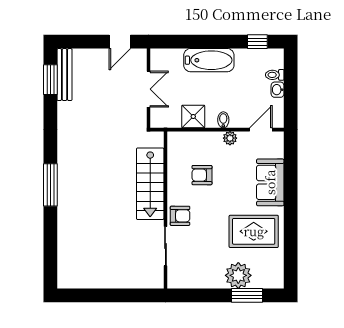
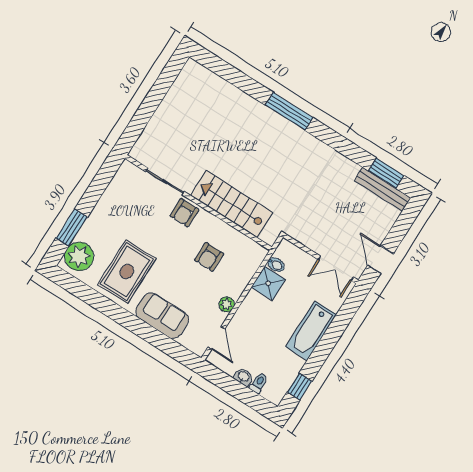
double door: (149, 89) -> (336, 268), moved
bidet: (223, 120) -> (276, 264), moved
armchair: (202, 175) -> (209, 257), turned 180
plant: (238, 275) -> (79, 256), moved

